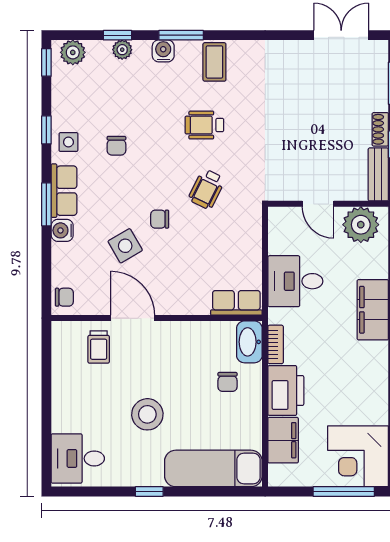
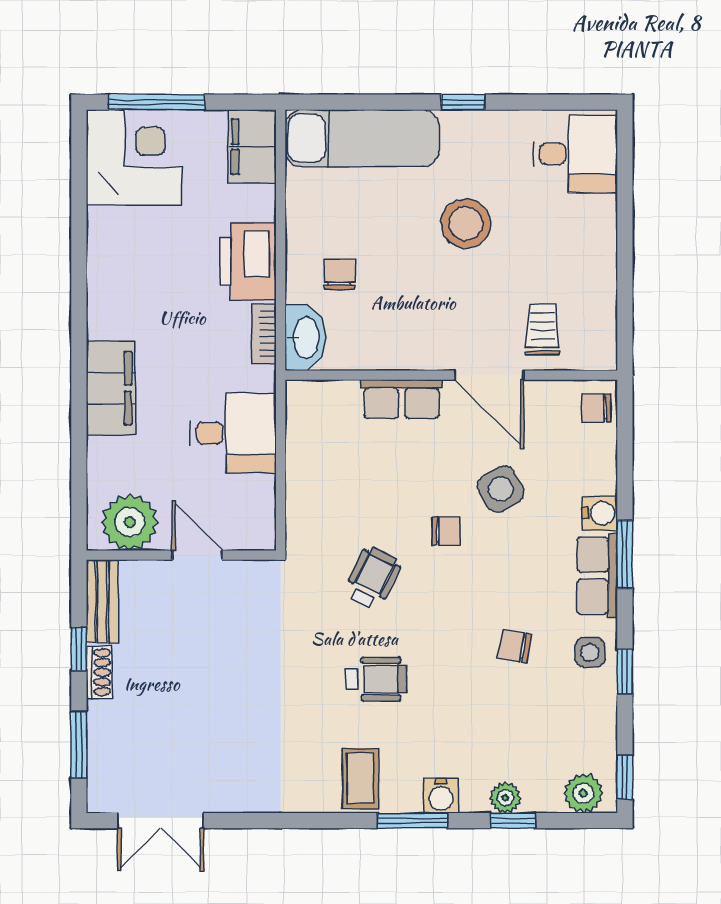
chair: (116, 146) -> (515, 647), turned -80
row of seats: (236, 303) -> (402, 399), moved
filing cabinet: (283, 440) -> (252, 147), moved

